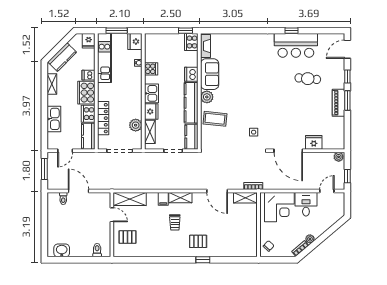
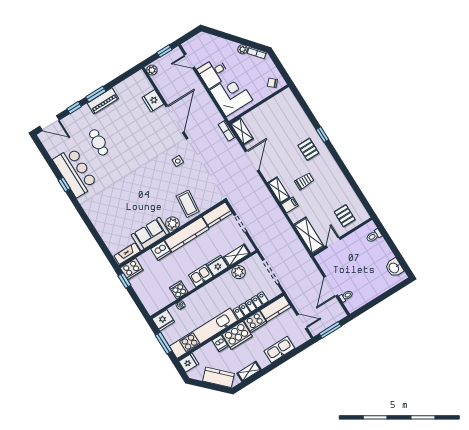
kitchen unit: (104, 58) -> (204, 333), width x1.36

